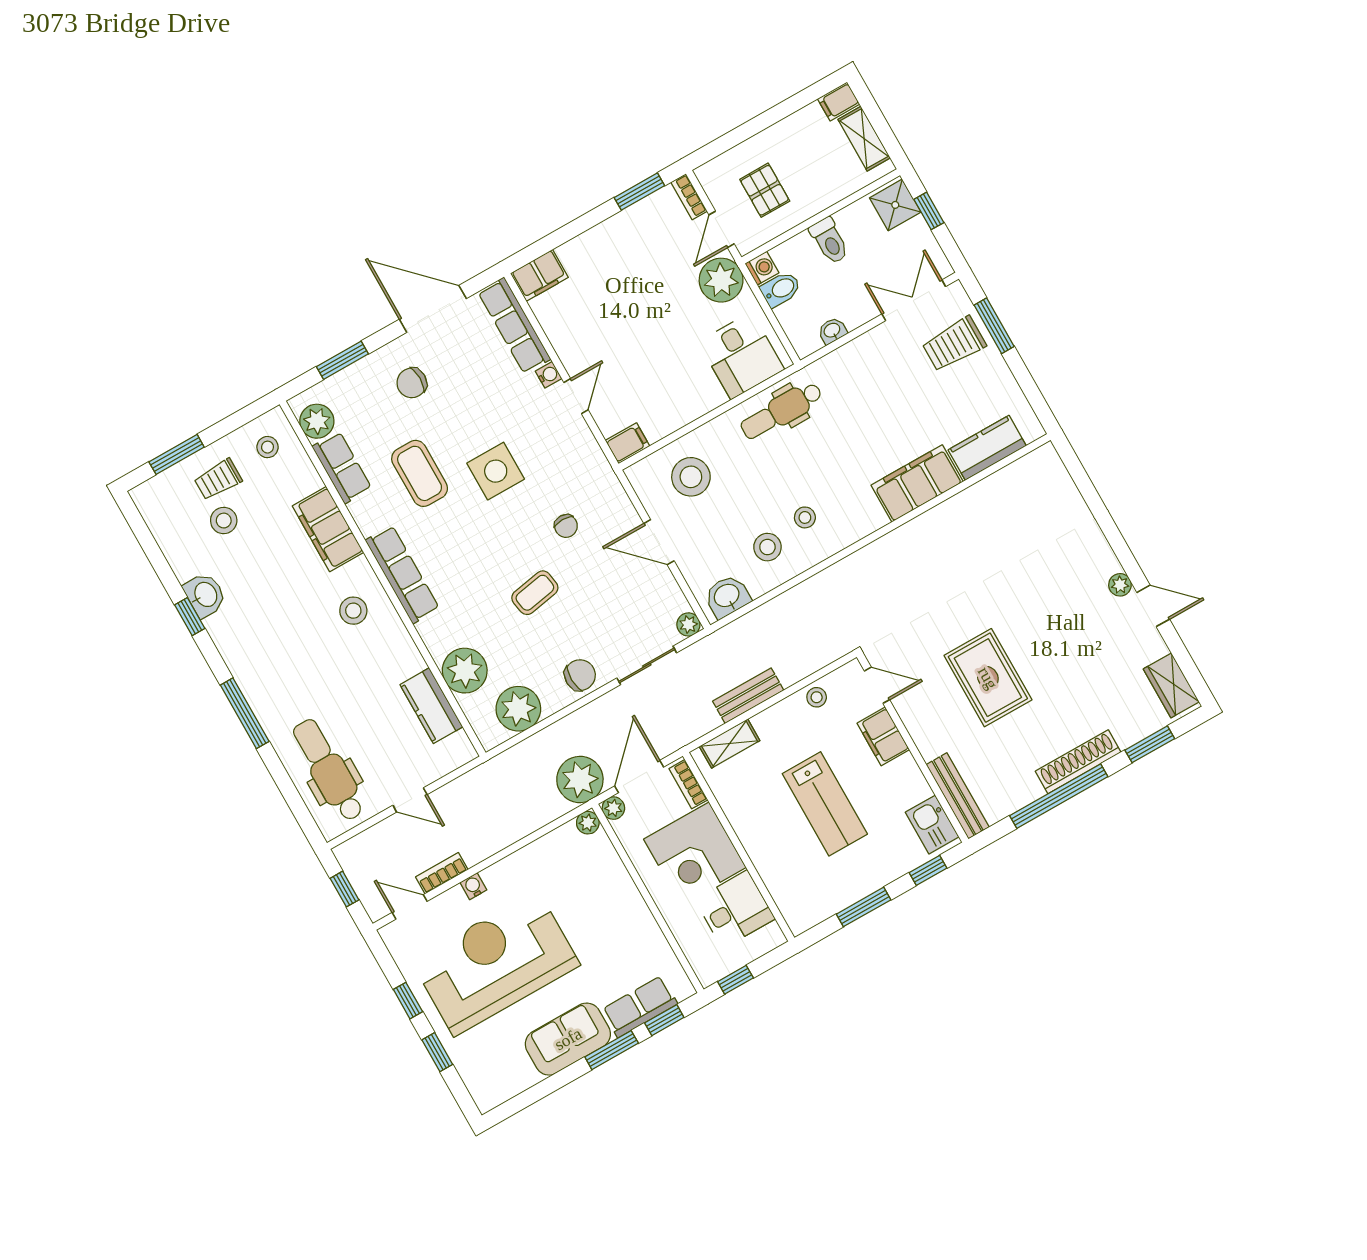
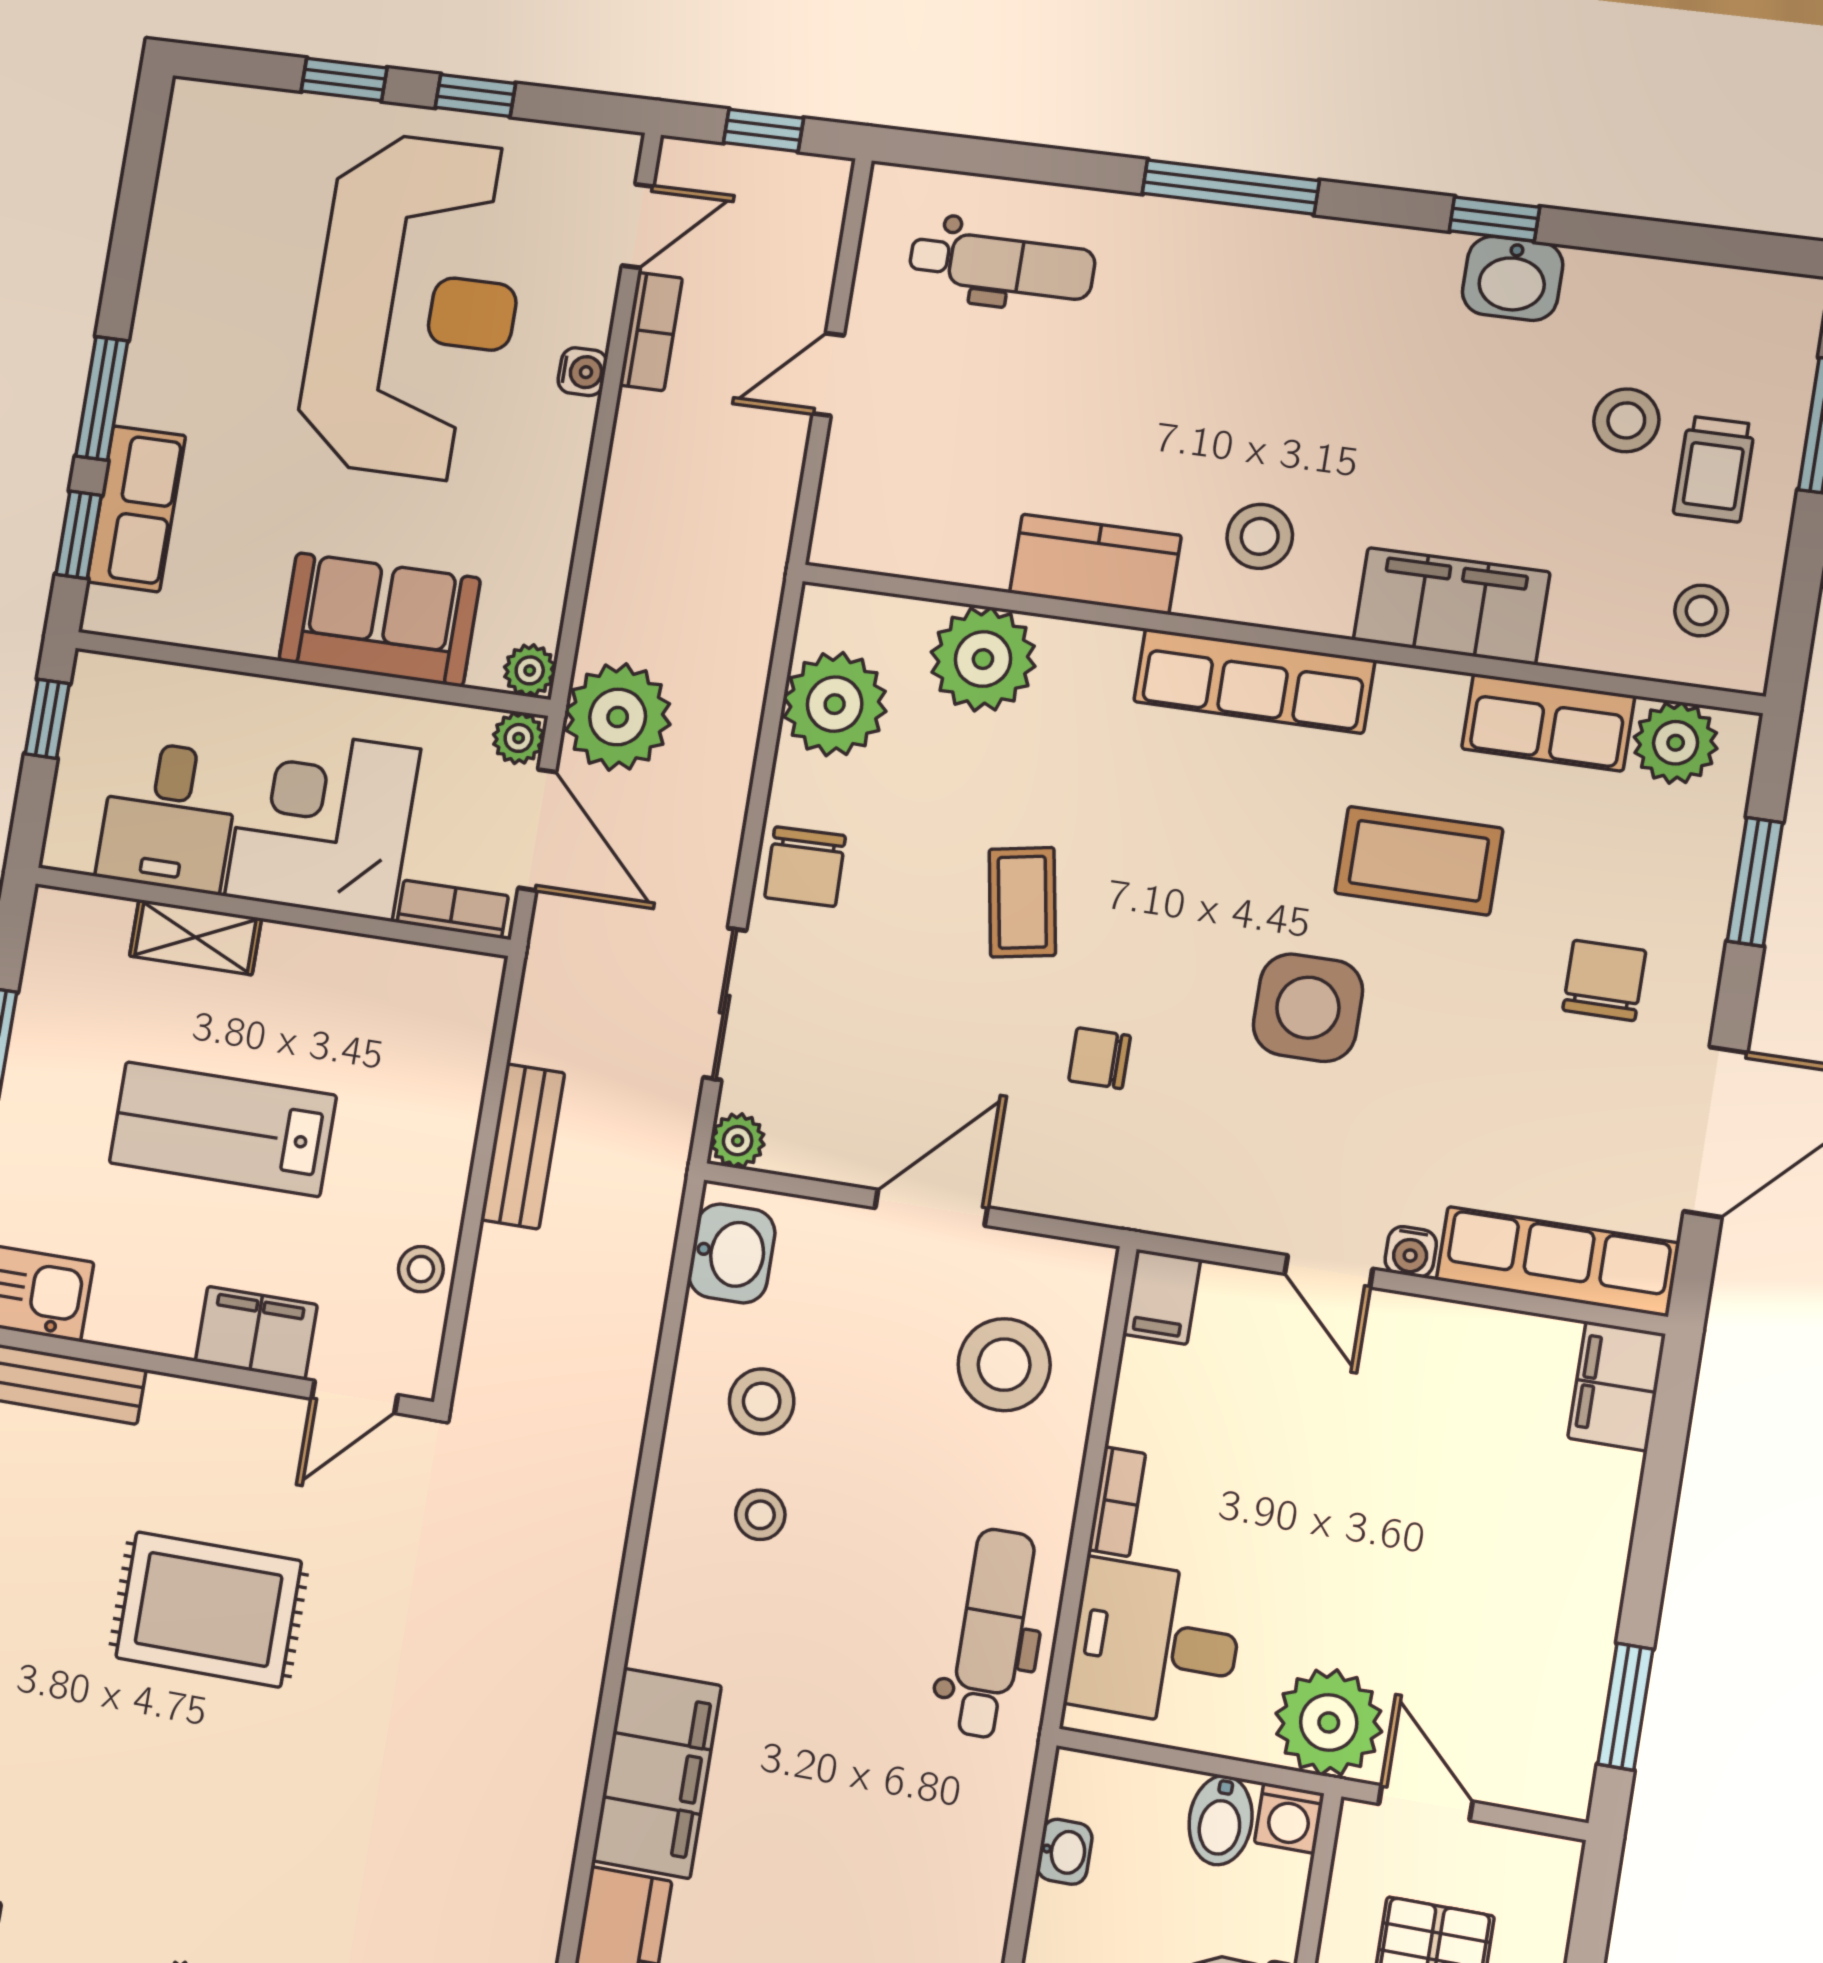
bookcase: (689, 197) -> (1117, 1502), moved, turned 90
trolley: (218, 479) -> (1714, 469), turned 180
kitchen counter: (431, 706) -> (1095, 564), moved
shelving: (730, 744) -> (195, 937), moved, turned 90
dental chair: (328, 770) -> (1002, 265), width x0.73, depth x0.72
sofa: (568, 1039) -> (379, 620), moved, turned -90

